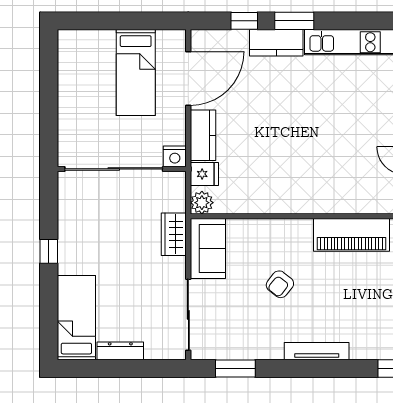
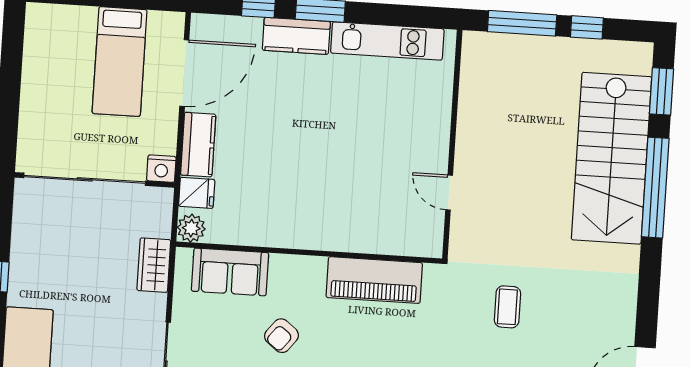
sofa: (208, 248) -> (230, 272), moved, turned 90

